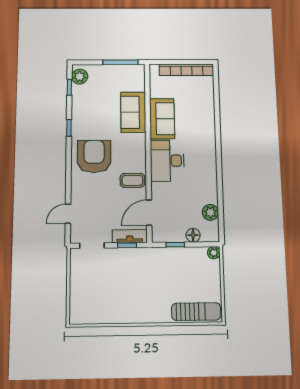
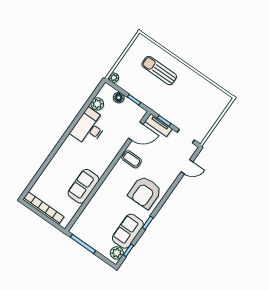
sofa: (133, 112) -> (128, 231), moved, turned 180
desk: (167, 161) -> (89, 127), moved, turned 180
sun lounger: (196, 312) -> (159, 70), moved

